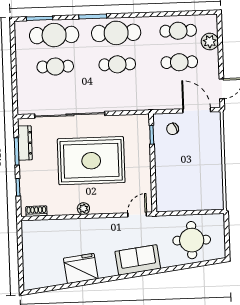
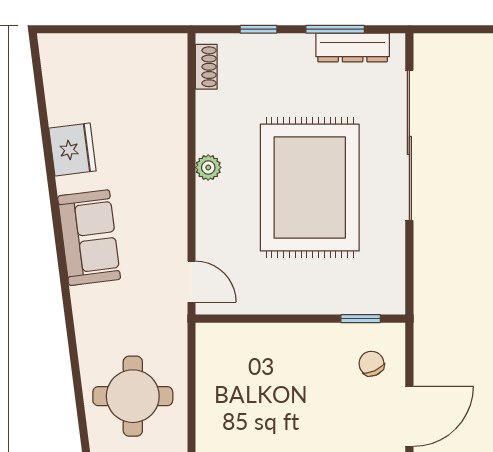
sofa: (138, 260) -> (89, 238), moved
fridge: (81, 268) -> (72, 150), width x0.73, depth x0.75

